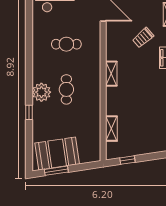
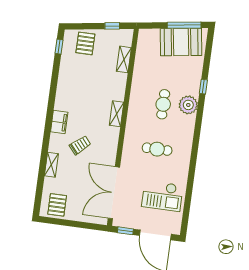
pallet: (152, 139) -> (85, 43), added
window: (56, 171) -> (184, 25), width x1.44

